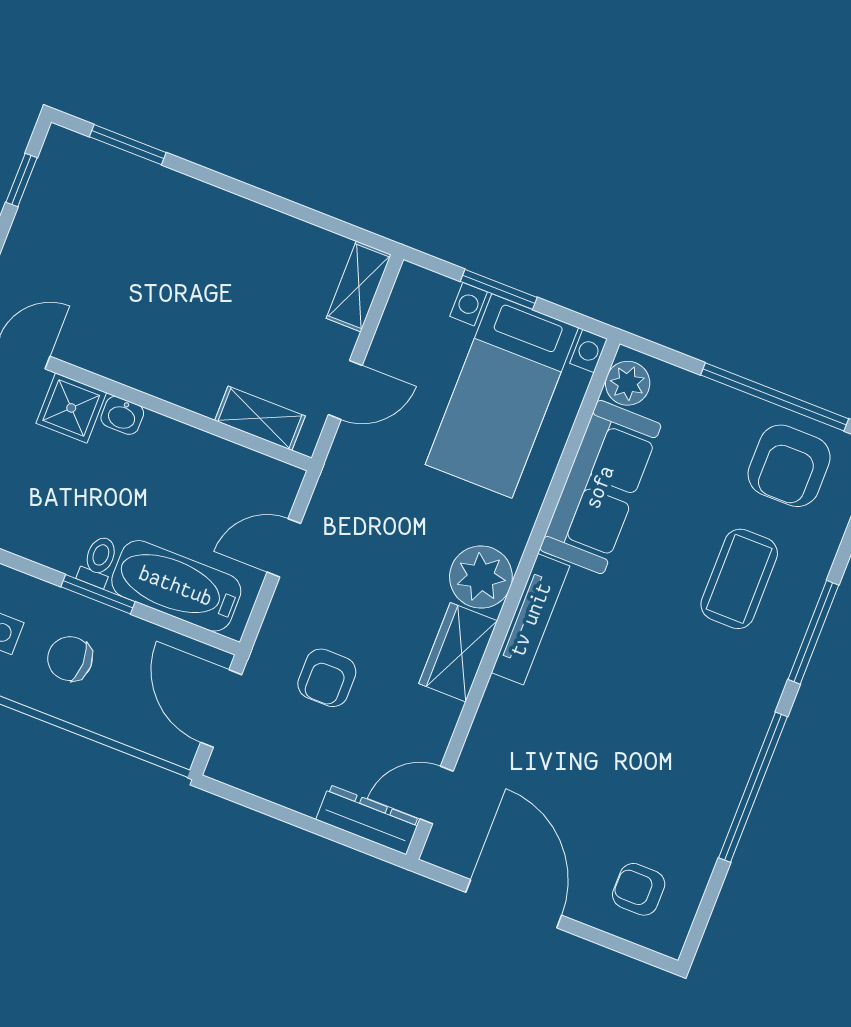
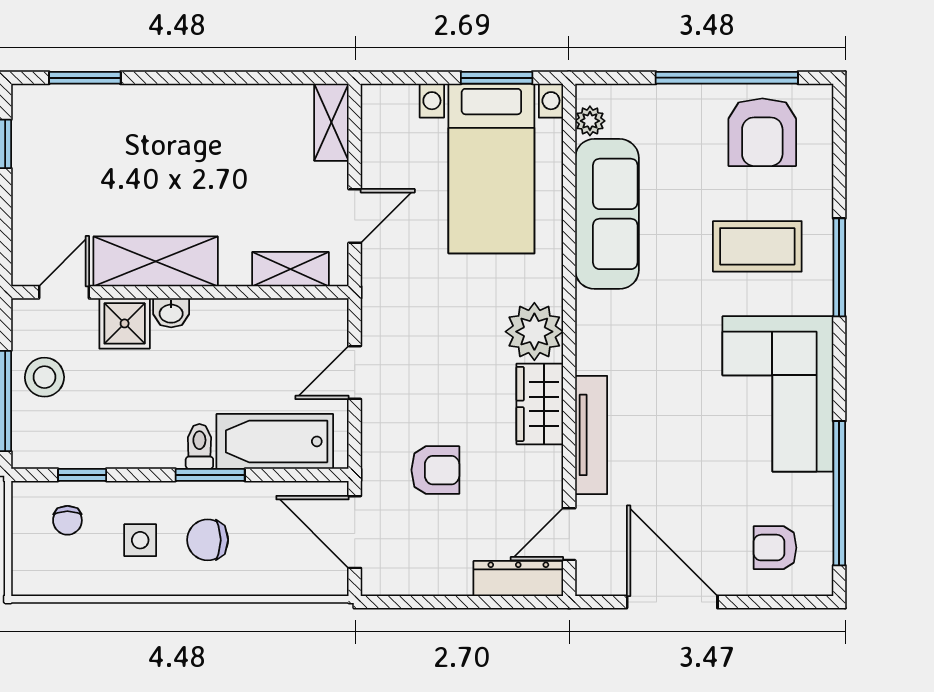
window: (499, 289) -> (497, 78), moved
shelving: (127, 358) -> (156, 261), added
plant: (628, 383) -> (590, 121), width x0.73, depth x0.73
coffee table: (739, 579) -> (757, 246), turned 90
tv unit: (531, 619) -> (591, 435), moved
armchair: (327, 678) -> (435, 470), turned -90
corner sofa: (702, 736) -> (778, 394), added
window: (753, 787) -> (839, 493), moved

